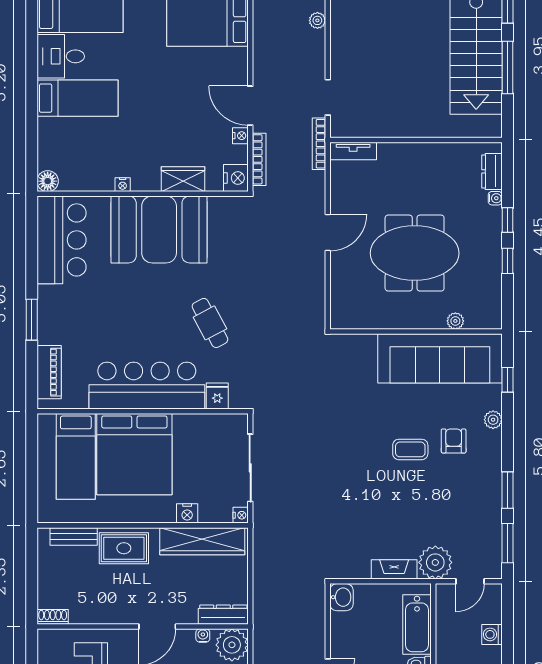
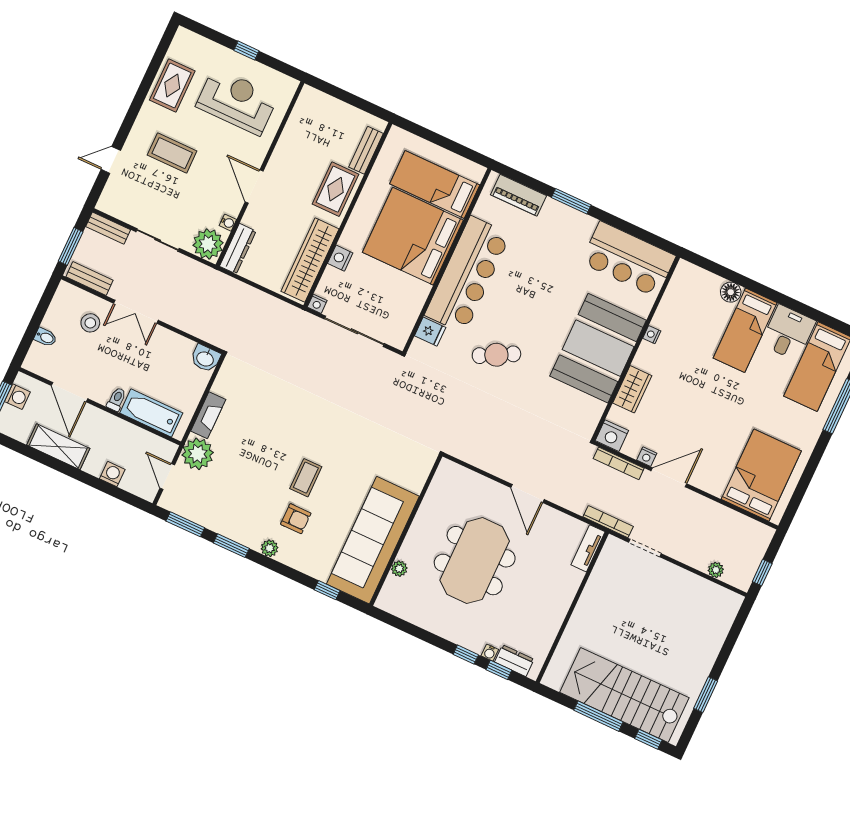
floor lamp: (48, 181) -> (731, 292), moved
window: (508, 261) -> (499, 670), moved
plant: (493, 420) -> (270, 548), moved
shoe rack: (53, 617) -> (305, 100), removed

